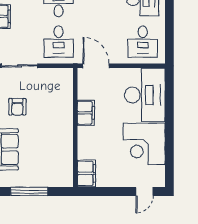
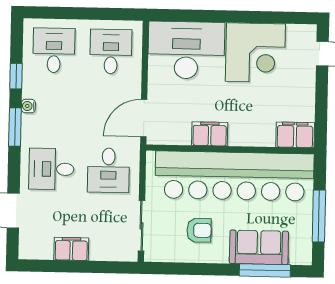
desk: (59, 42) -> (108, 170), turned 90
desk: (143, 42) -> (111, 52), turned -90
bar counter: (56, 131) -> (235, 176), added

